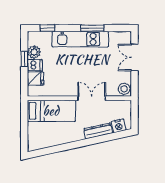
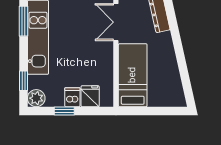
plant: (34, 52) -> (36, 98), moved

